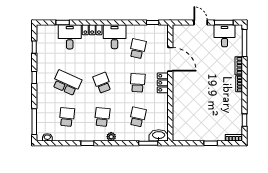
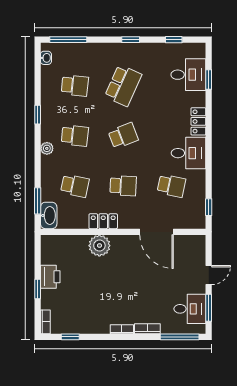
desk: (70, 37) -> (188, 75), moved
door: (170, 59) -> (156, 232), hinge flipped
locker: (163, 83) -> (103, 221), moved
plant: (180, 100) -> (99, 246), added
printer: (202, 134) -> (50, 277), added

